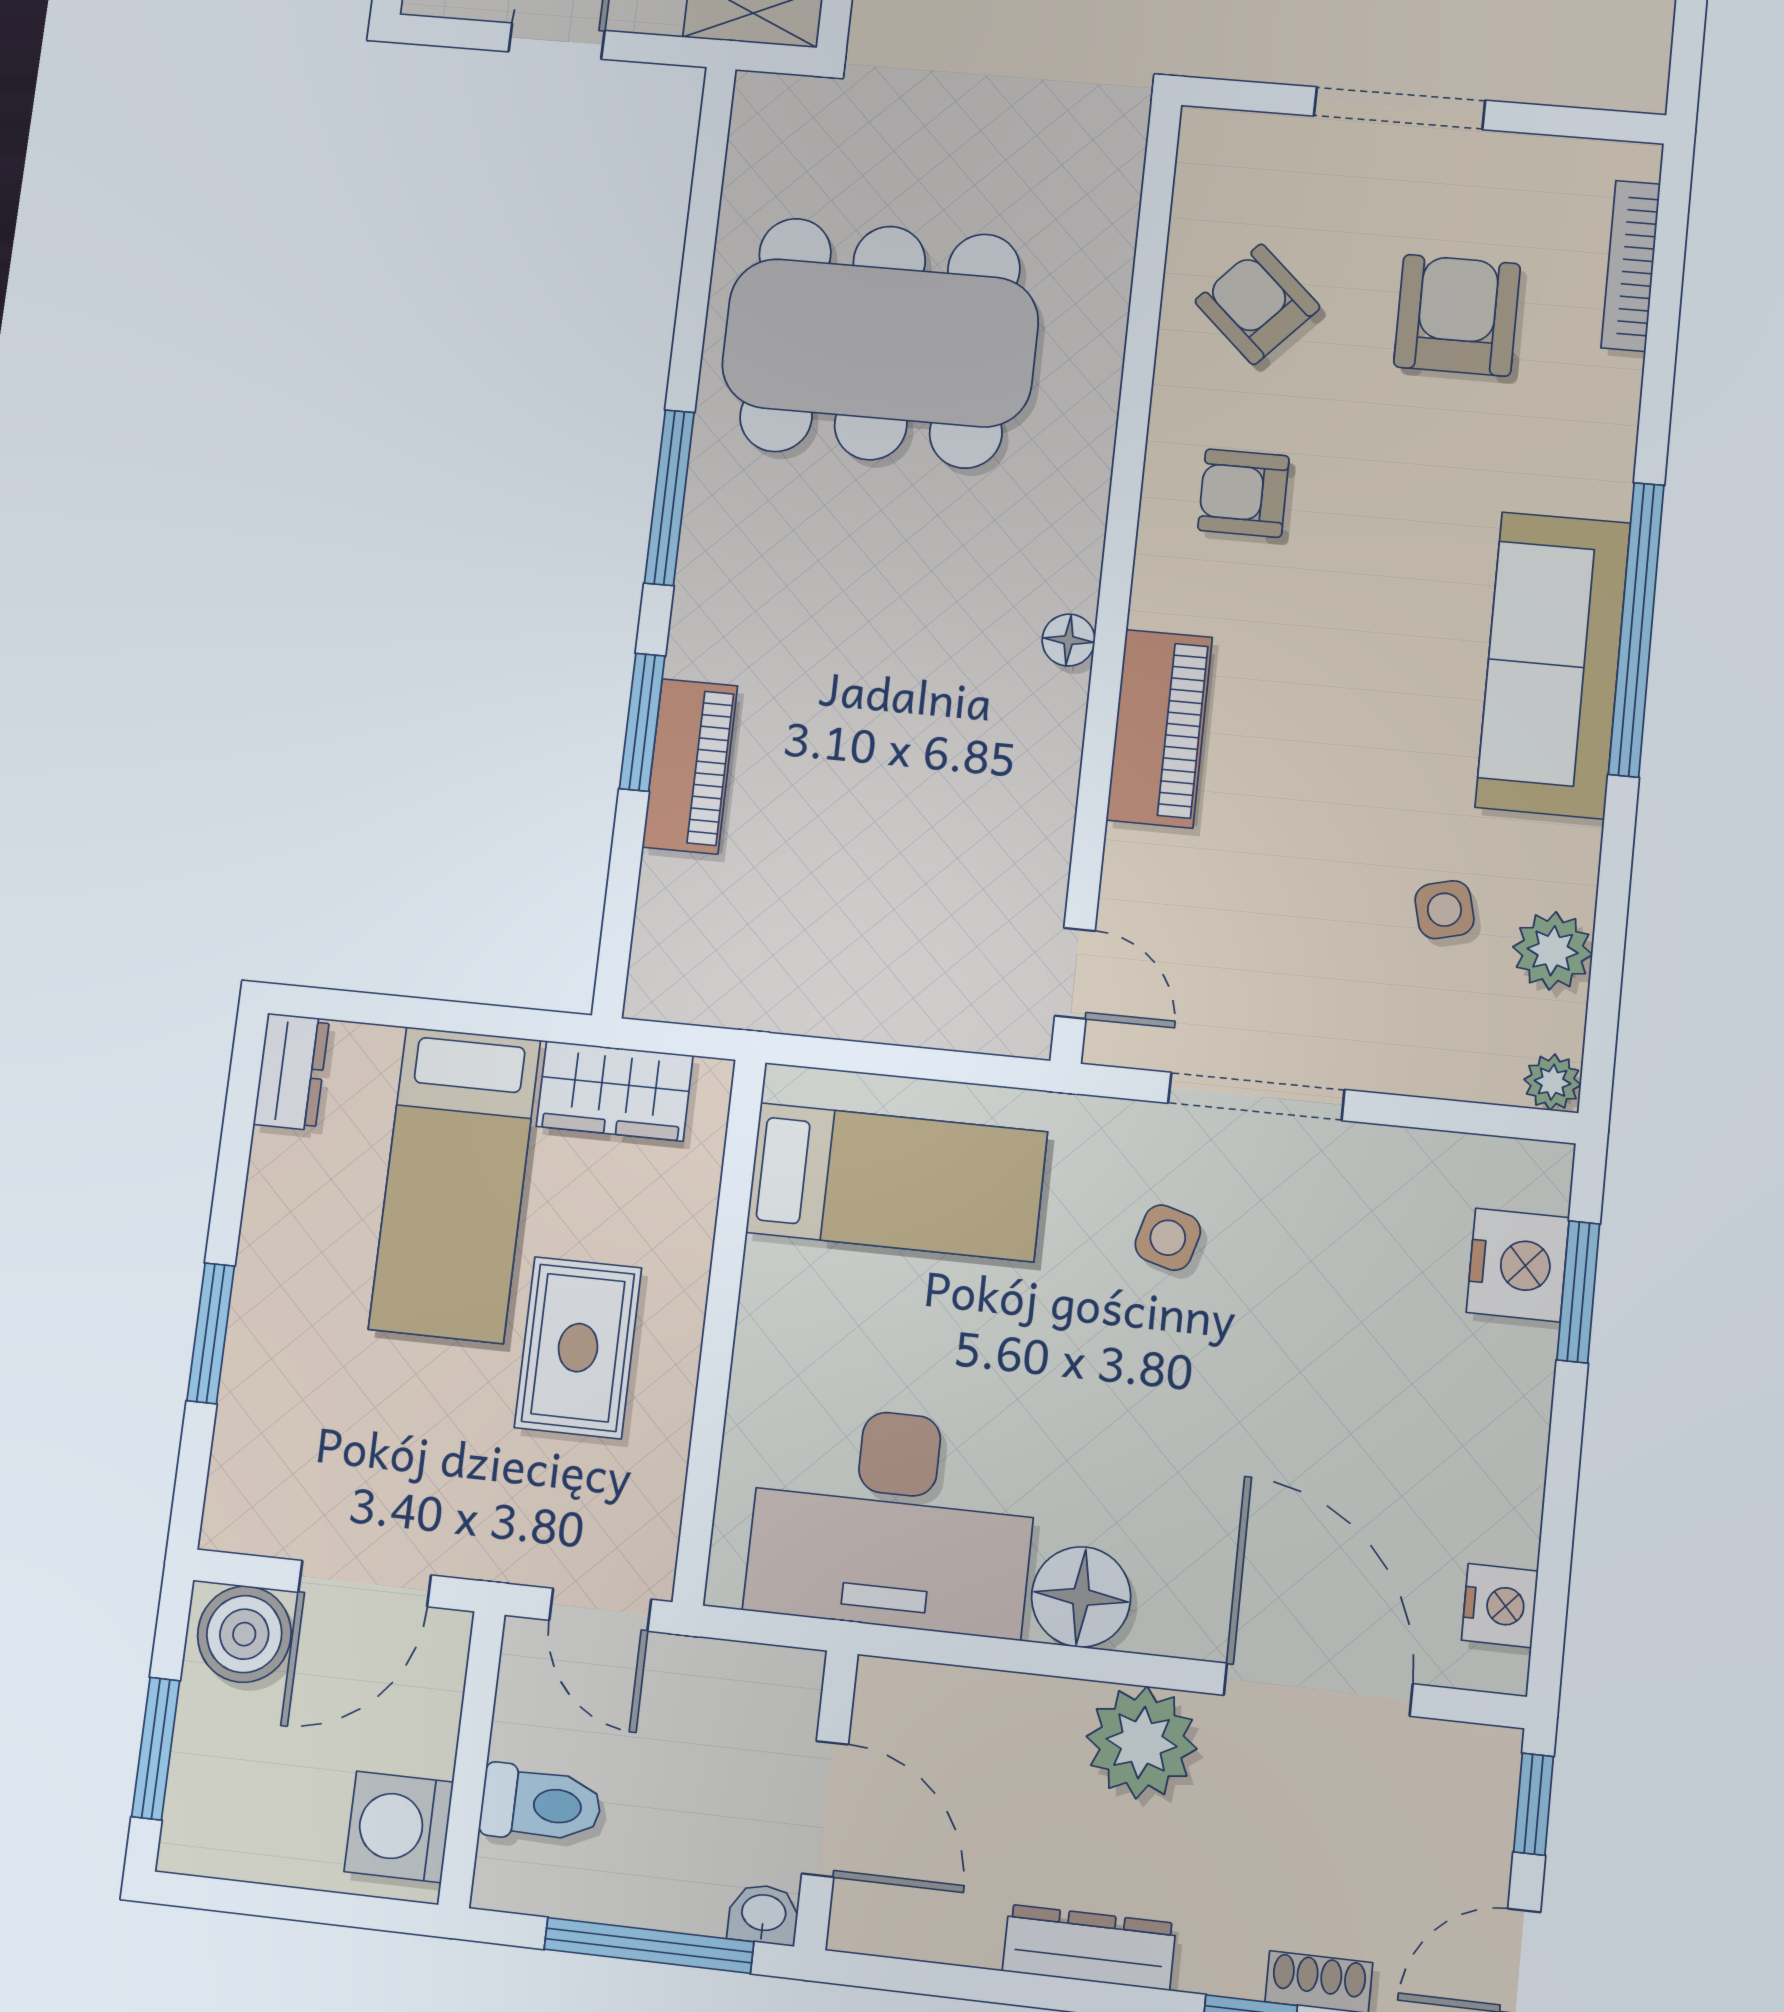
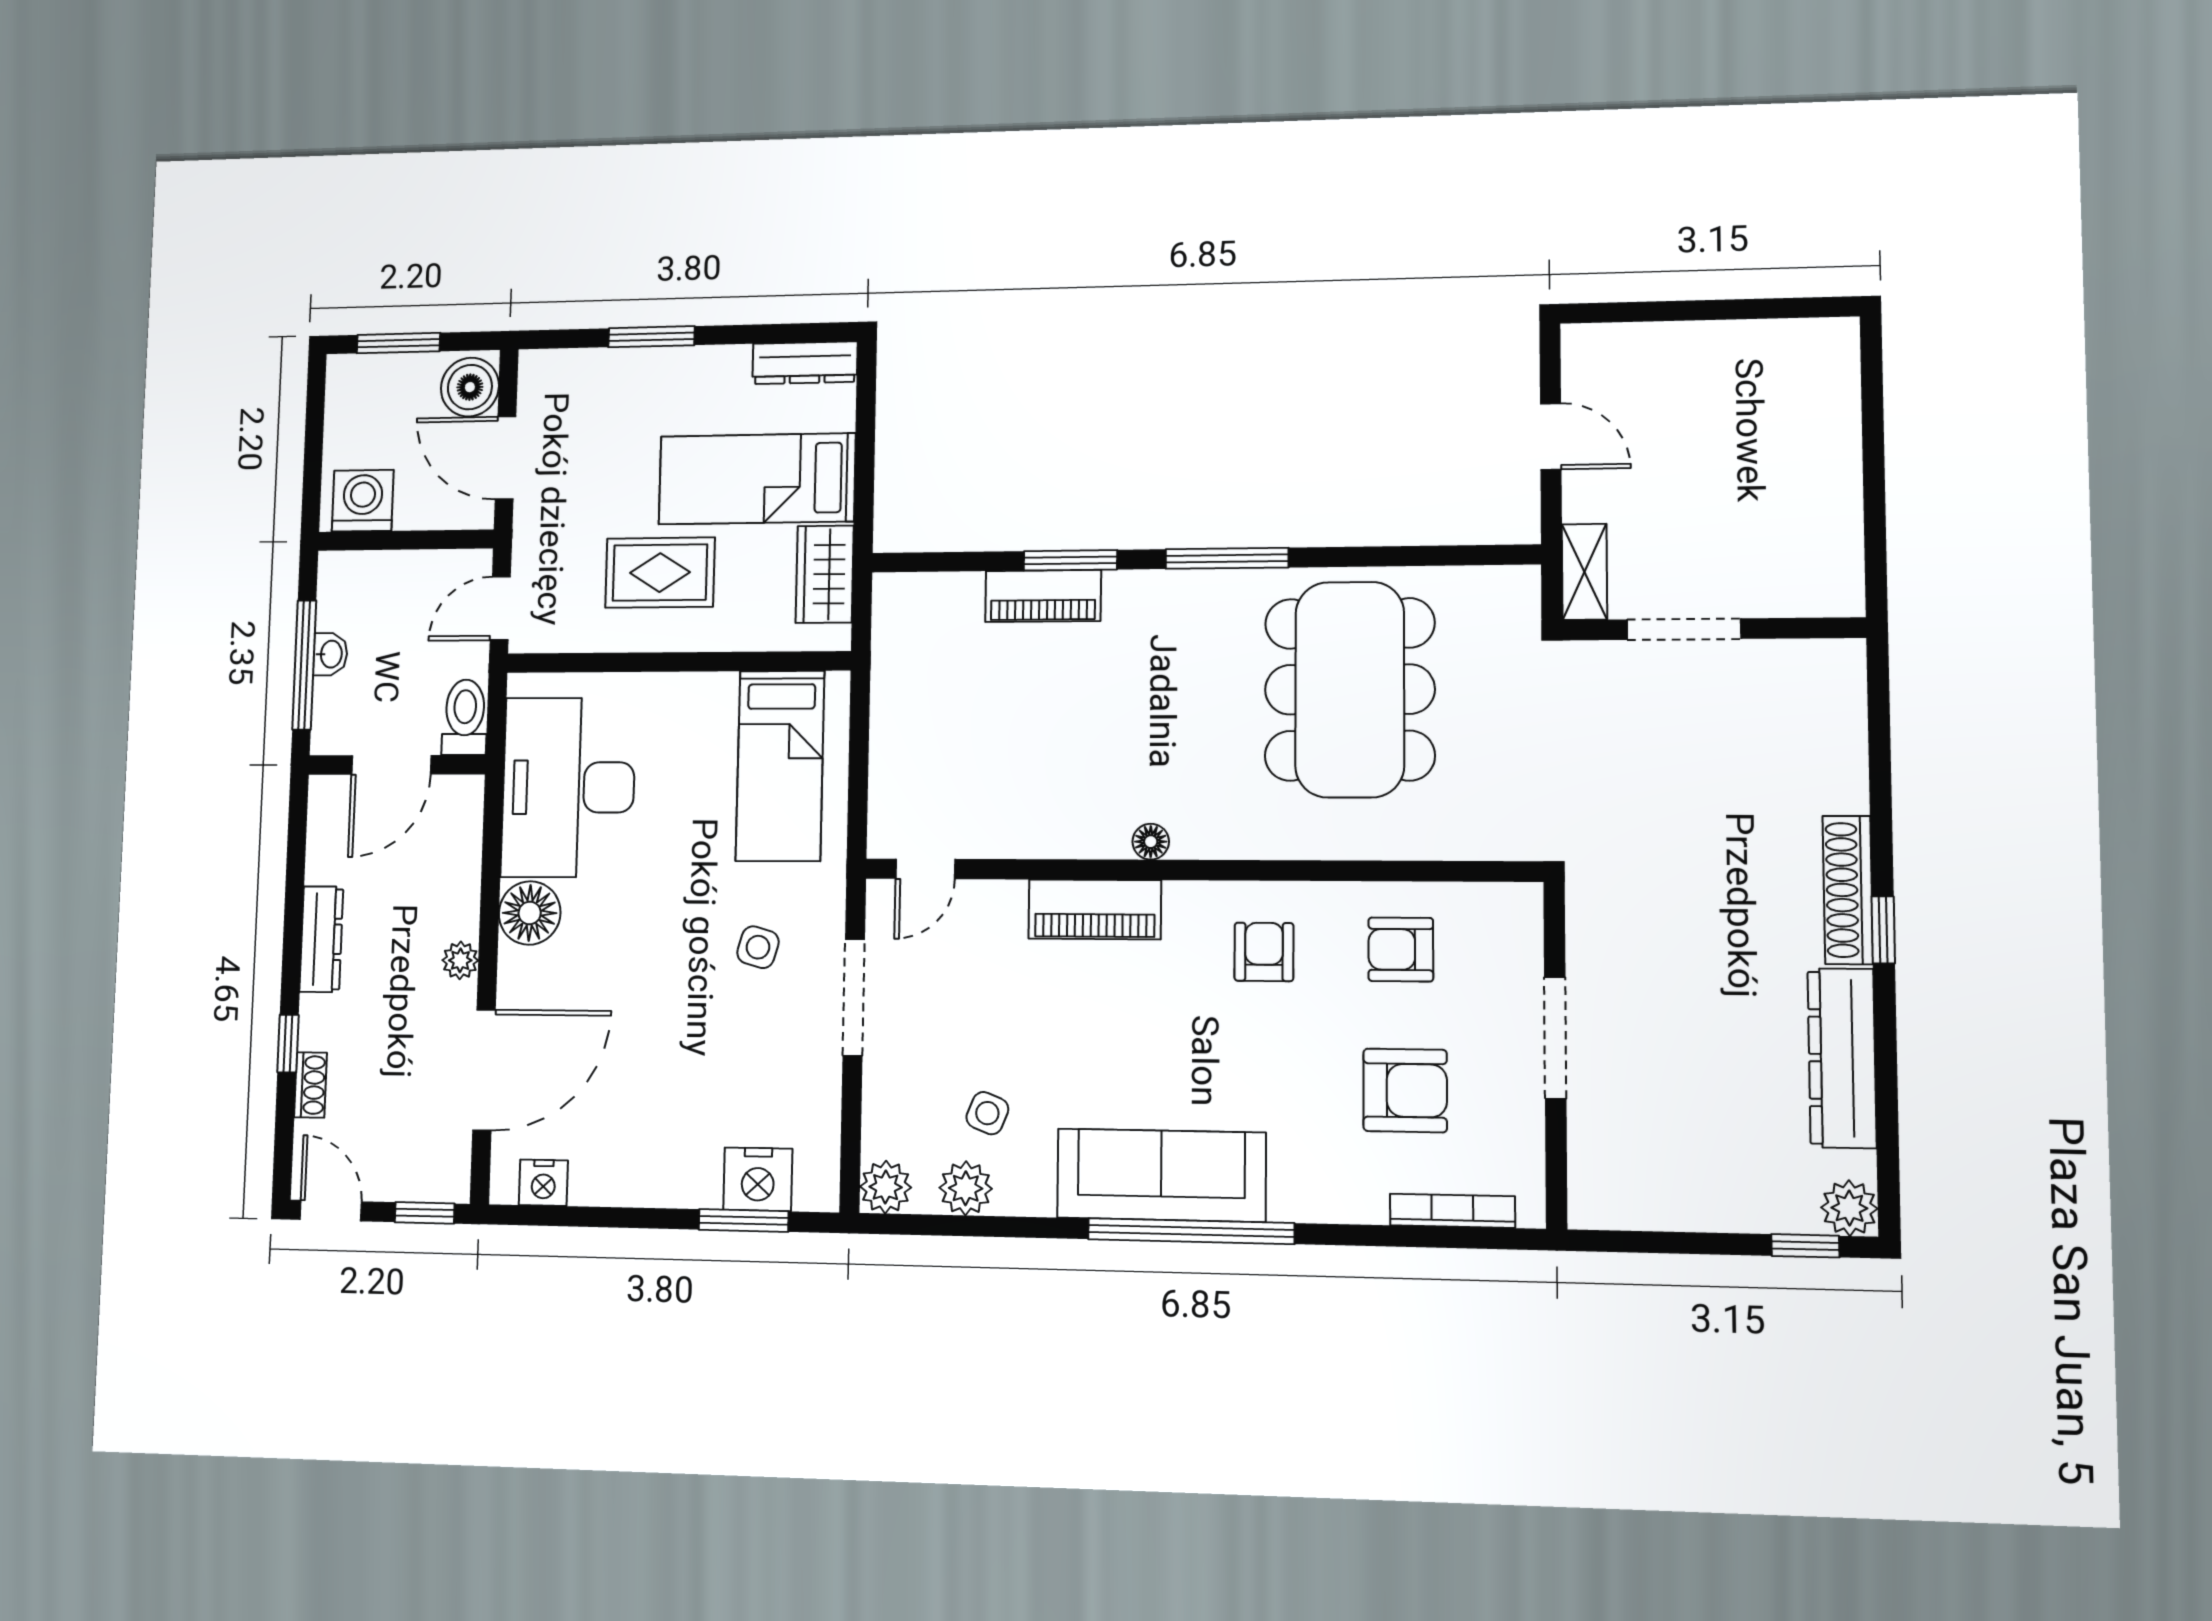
armchair: (1257, 304) -> (1401, 949), turned -133
side table: (1444, 910) -> (987, 1113), turned 36
dresser: (291, 1072) -> (805, 363), width x1.44
plant: (1552, 1082) -> (886, 1187), width x1.38, depth x1.38
plant: (1142, 1743) -> (460, 960), width x0.53, depth x0.53
toilet: (541, 1804) -> (465, 717), moved, turned 180
washbasin: (764, 1914) -> (330, 654), moved

